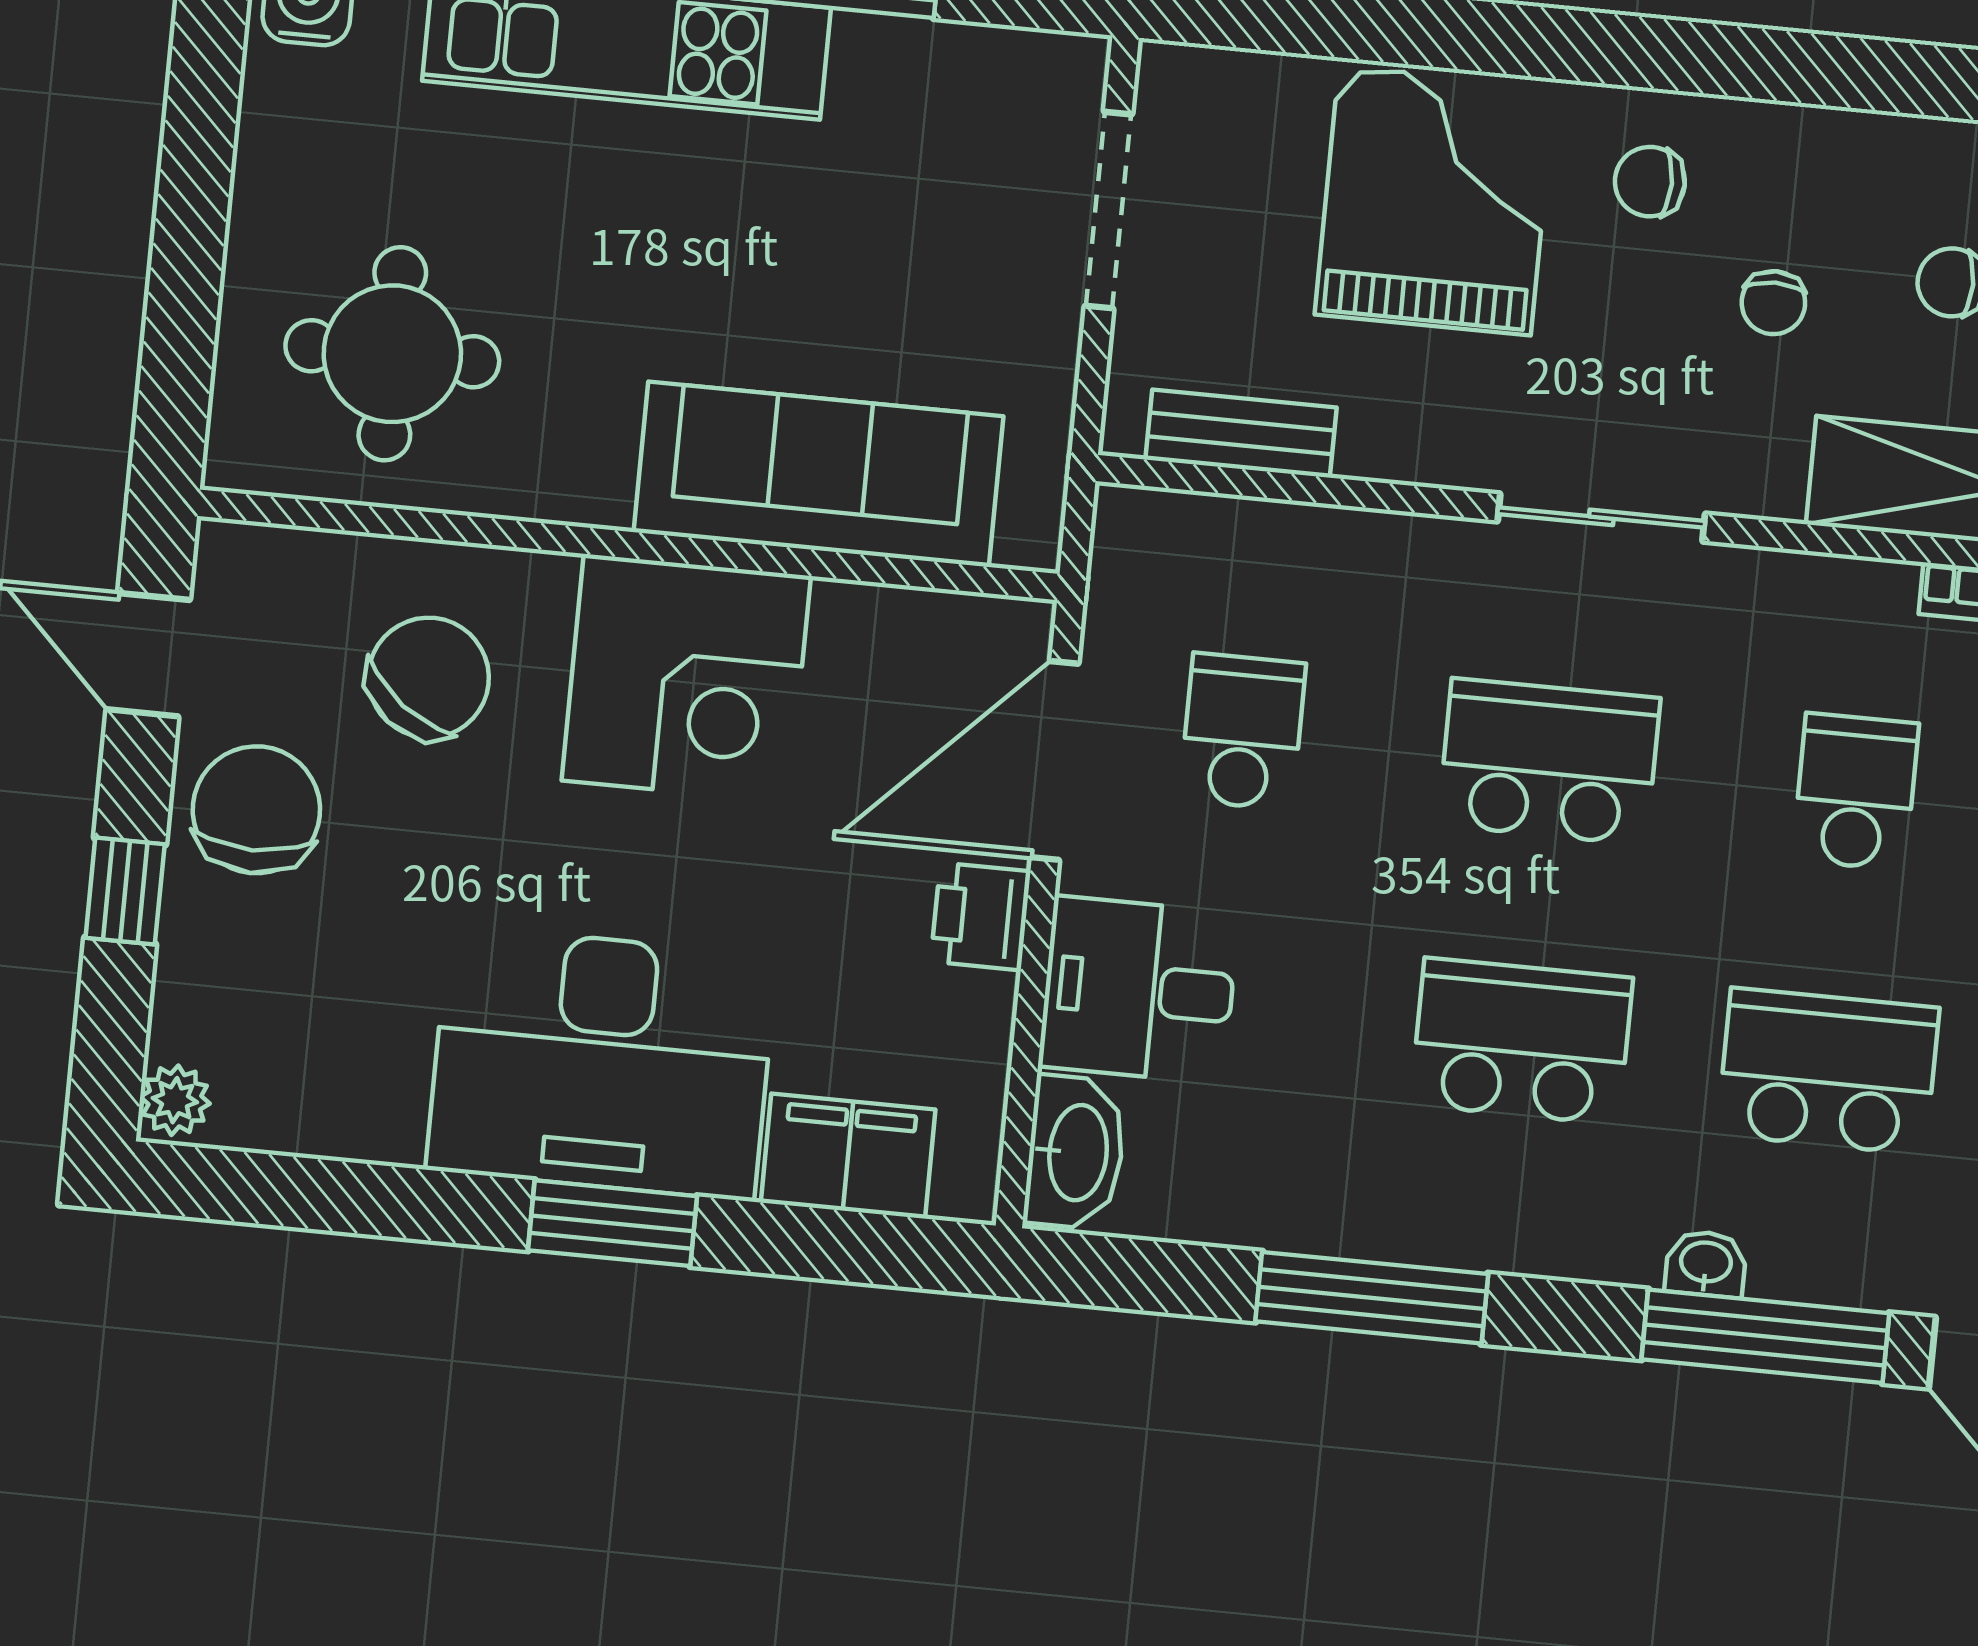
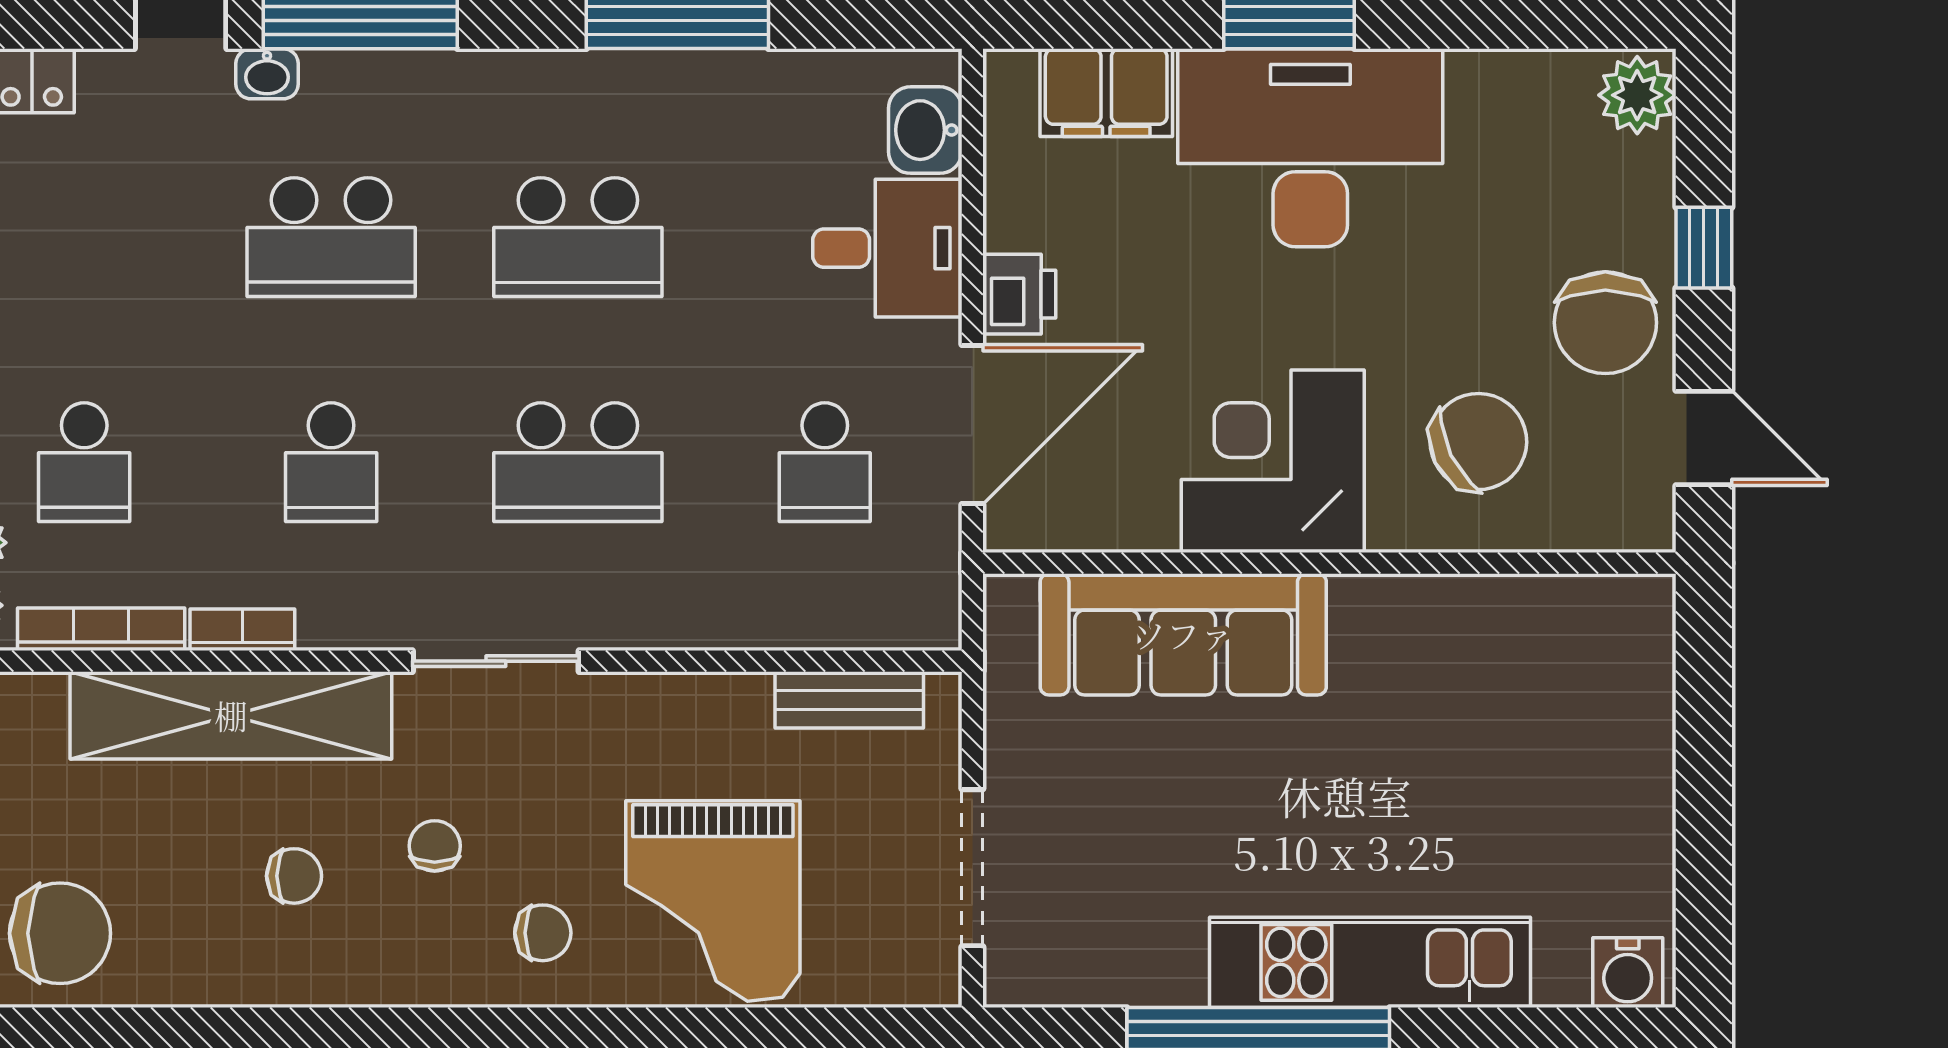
round table: (392, 354) -> (1533, 697), removed
sliding door: (1601, 517) -> (496, 661), moved
chair: (429, 678) -> (1478, 442), turned -153
plant: (175, 1100) -> (1637, 95), width x1.38, depth x1.38
washbasin: (1075, 1152) -> (925, 130), width x0.72
washbasin: (1706, 1264) -> (267, 74), moved

